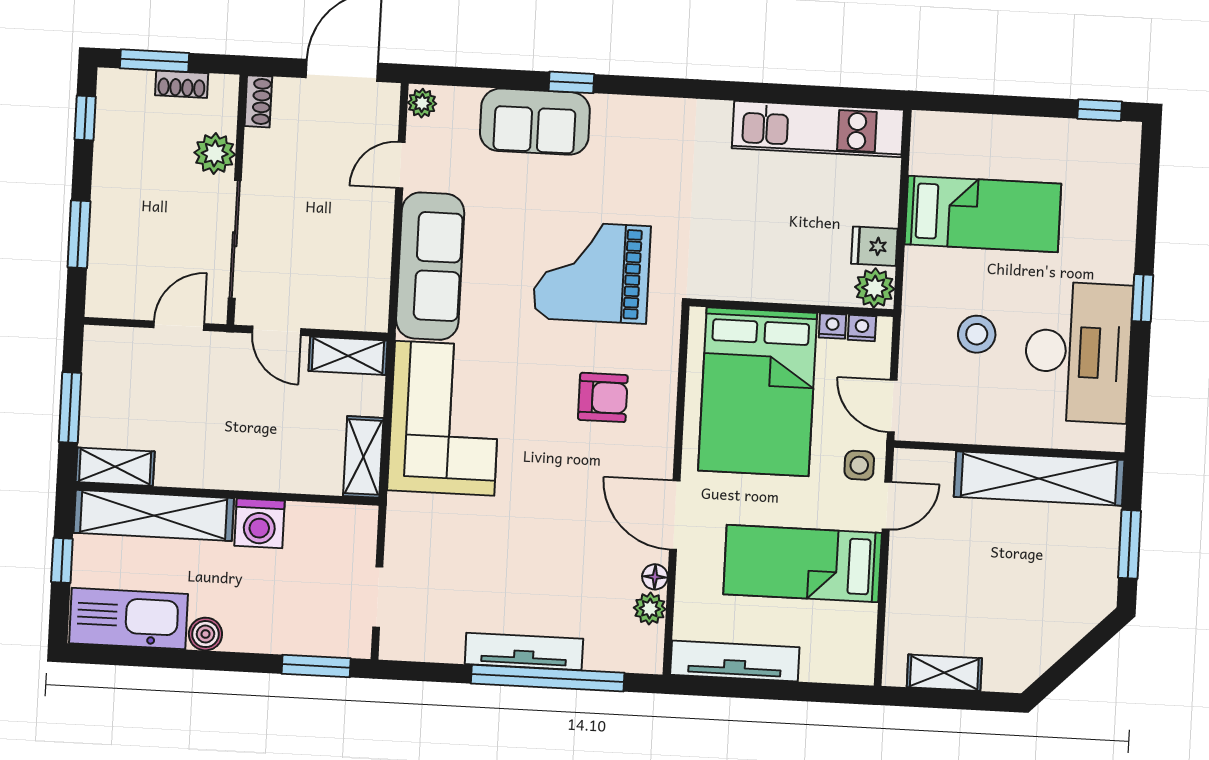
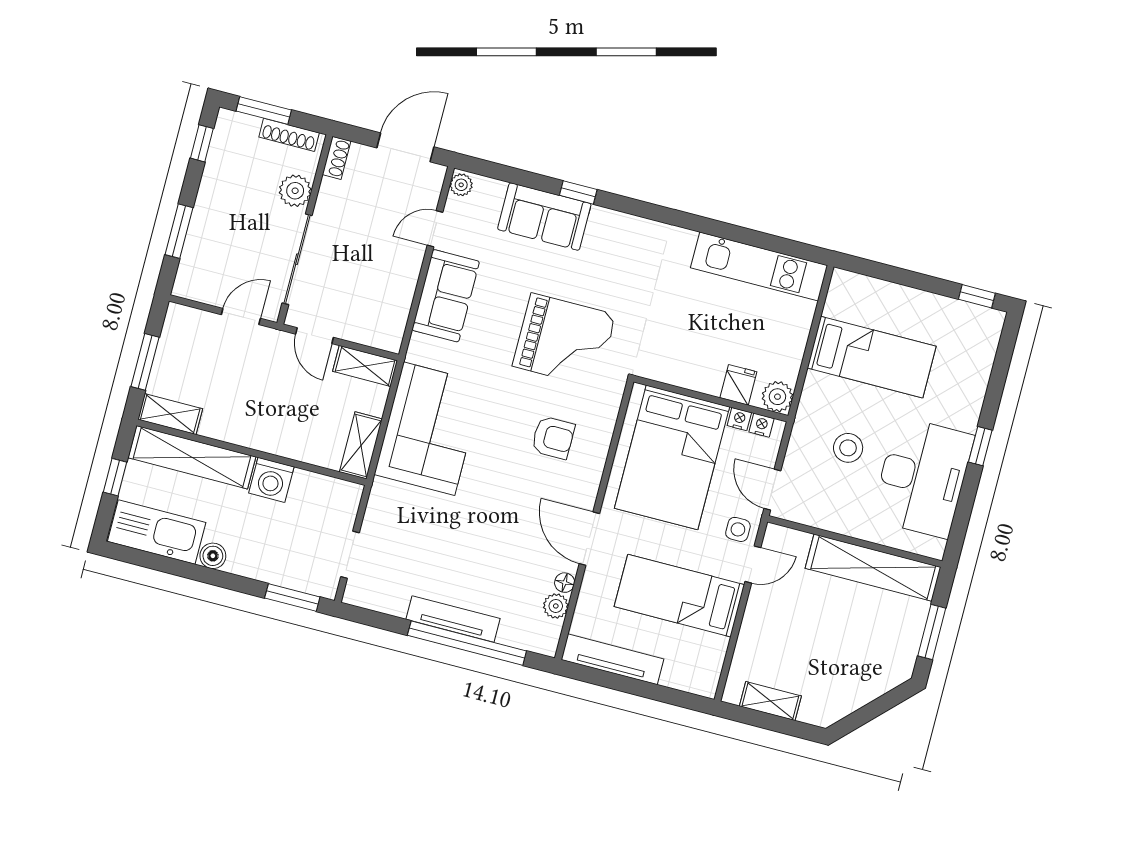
shoe rack: (182, 84) -> (289, 135), width x1.43
fridge: (874, 246) -> (738, 385), moved, turned 90
sofa: (430, 266) -> (446, 296), width x0.73
grand piano: (592, 272) -> (564, 340), turned 180

